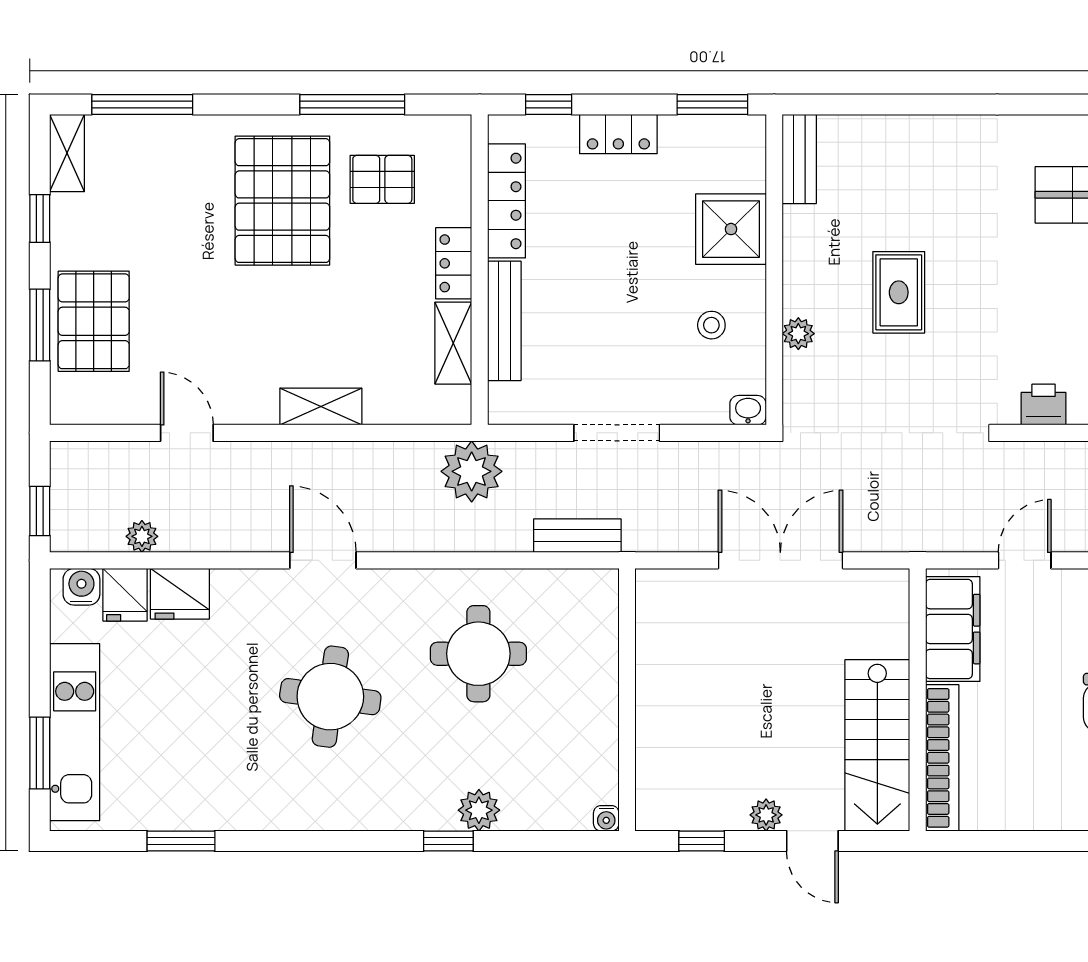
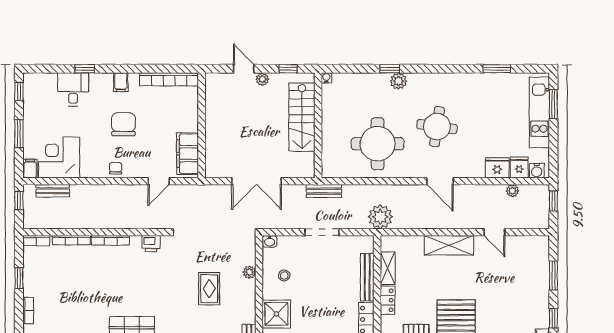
pallet: (94, 321) -> (532, 277), removed
shelving: (321, 407) -> (449, 245), width x1.50, depth x1.33
bench: (577, 536) -> (324, 191), moved
round table: (478, 654) -> (378, 144), width x1.36, depth x1.36
stairs: (877, 745) -> (302, 117), moved, turned 180
bookcase: (942, 758) -> (169, 79), moved, turned -90
plant: (479, 810) -> (399, 81), moved

